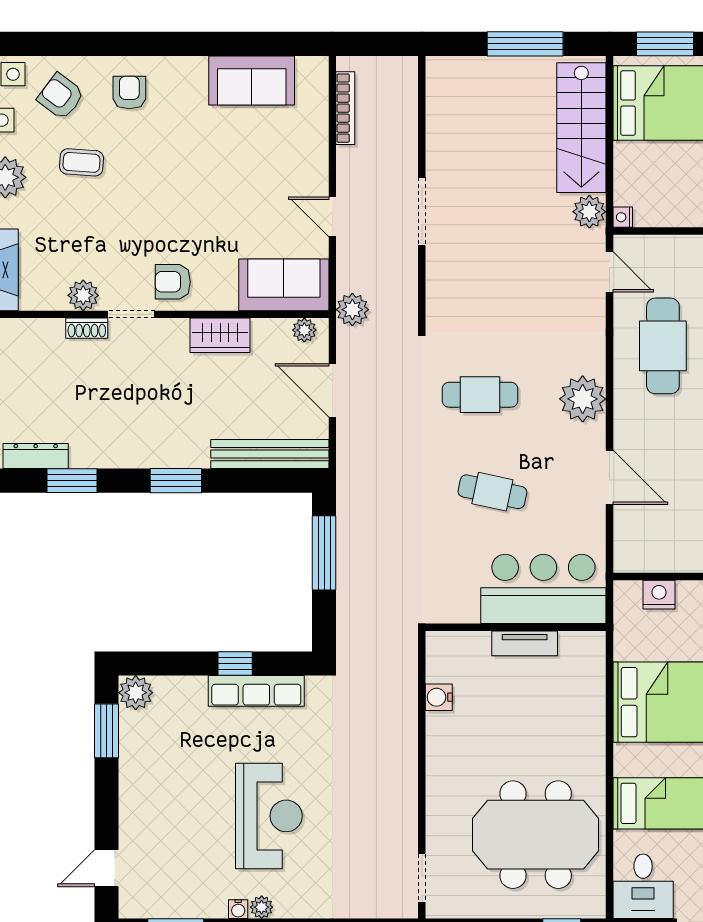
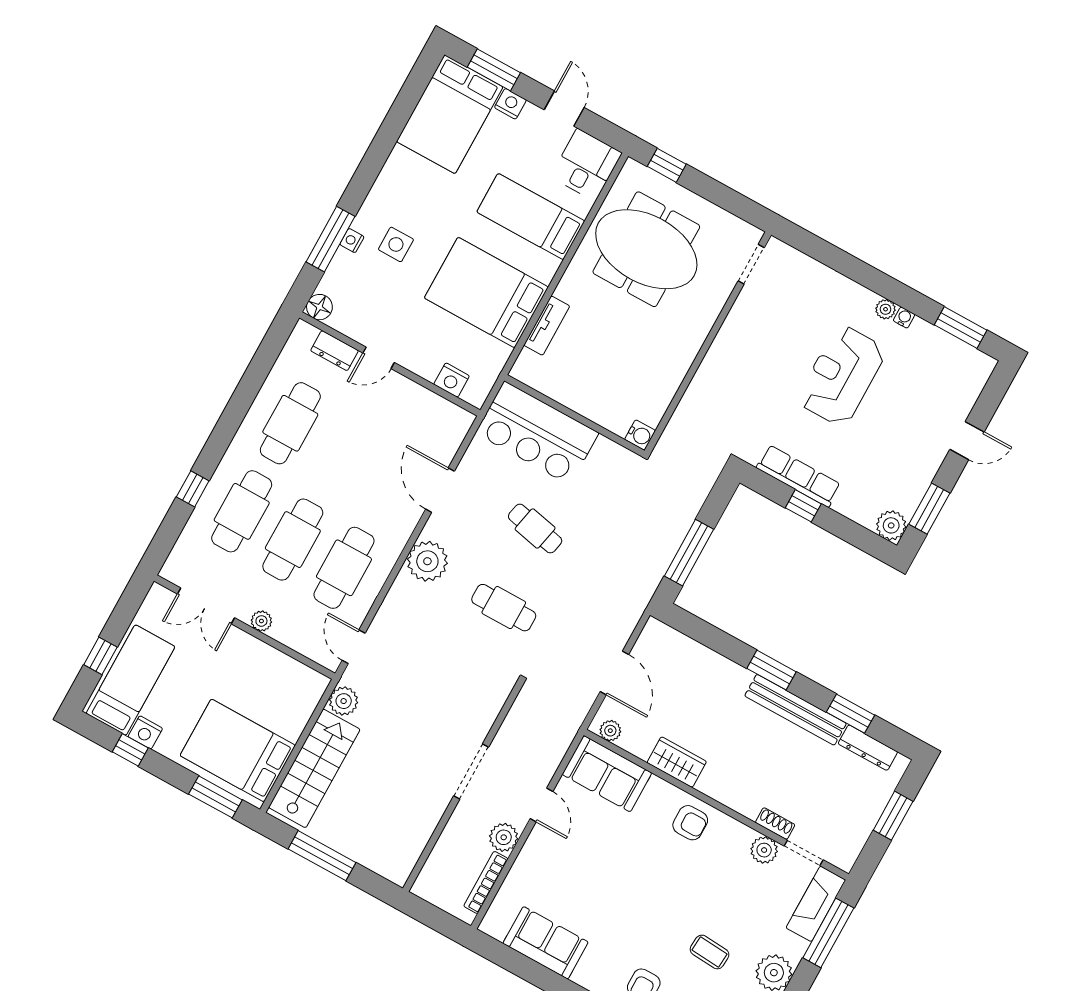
nightstand: (623, 217) -> (321, 683), removed
plant: (352, 310) -> (504, 837), moved
doorway: (131, 314) -> (804, 853), moved
bench: (270, 454) -> (796, 710), moved
tv unit: (525, 643) -> (547, 326), moved, turned 90
water cooler: (439, 697) -> (640, 435), moved
door: (107, 868) -> (967, 441), moved

